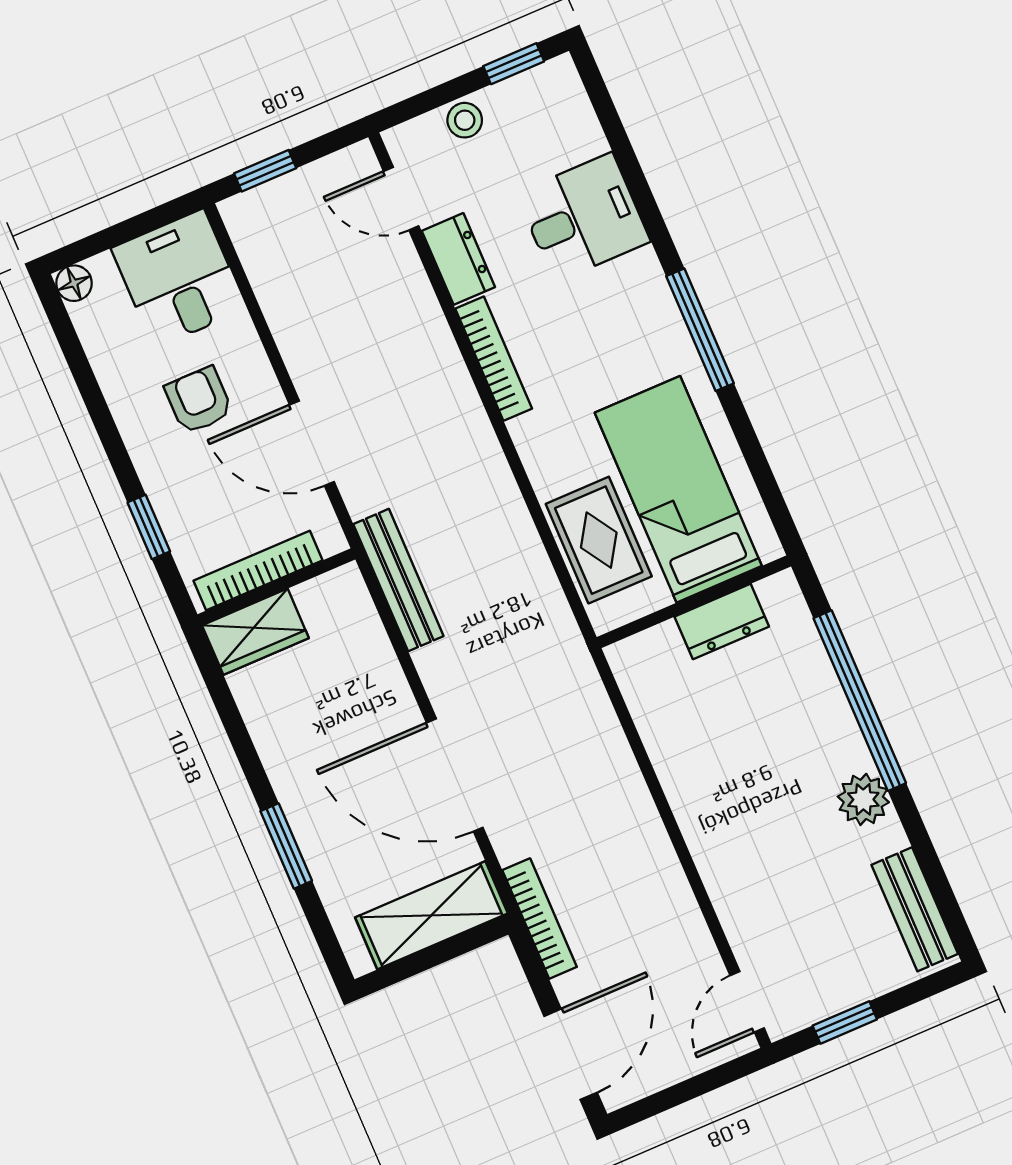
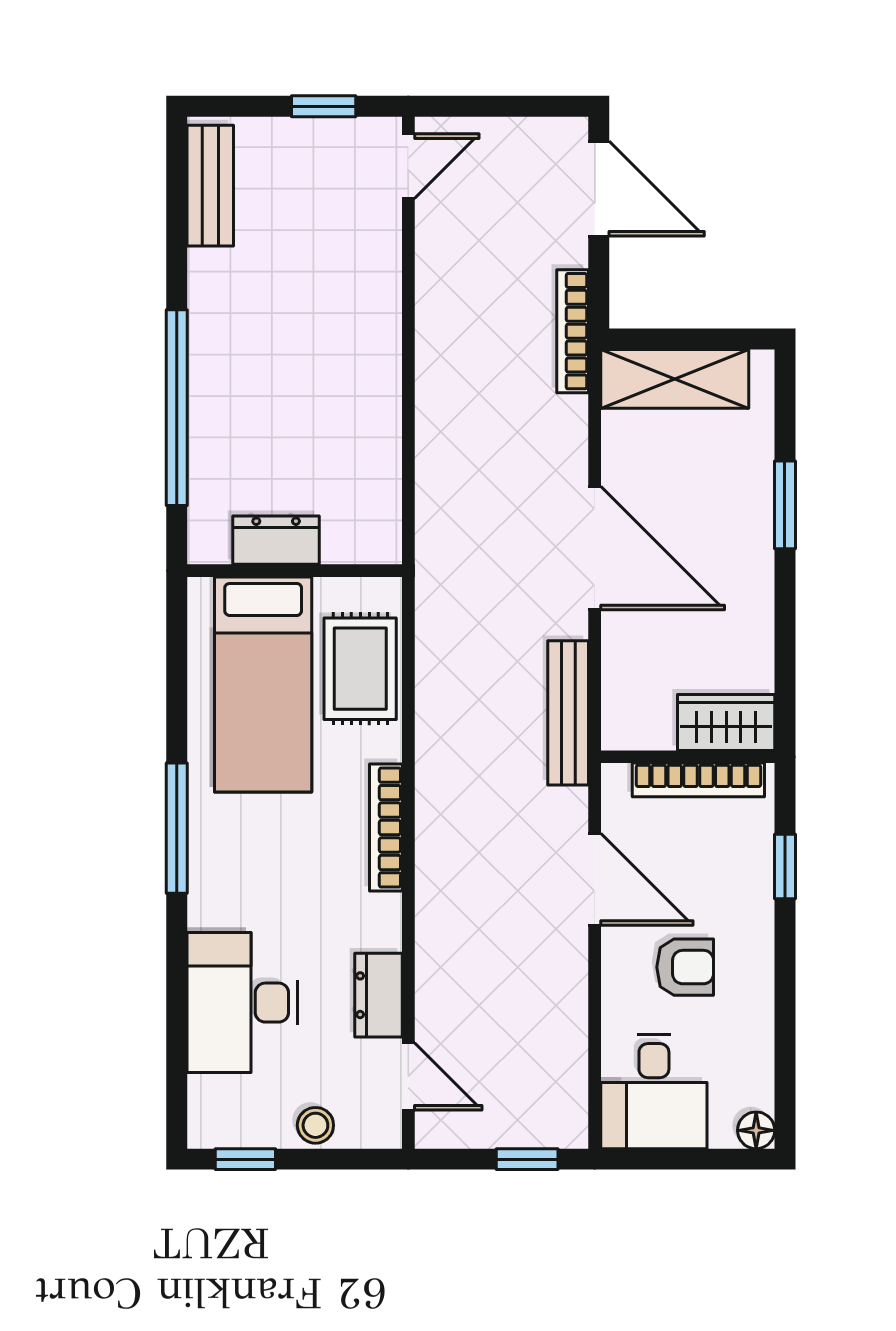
desk: (583, 217) -> (242, 1003), width x1.37
bookcase: (494, 359) -> (386, 828), moved
armchair: (199, 400) -> (685, 967), turned -90
door: (455, 775) -> (595, 548), moved
plant: (863, 799) -> (214, 312), removed
door: (571, 1054) -> (599, 189), swing flipped

